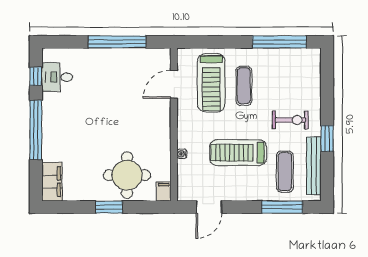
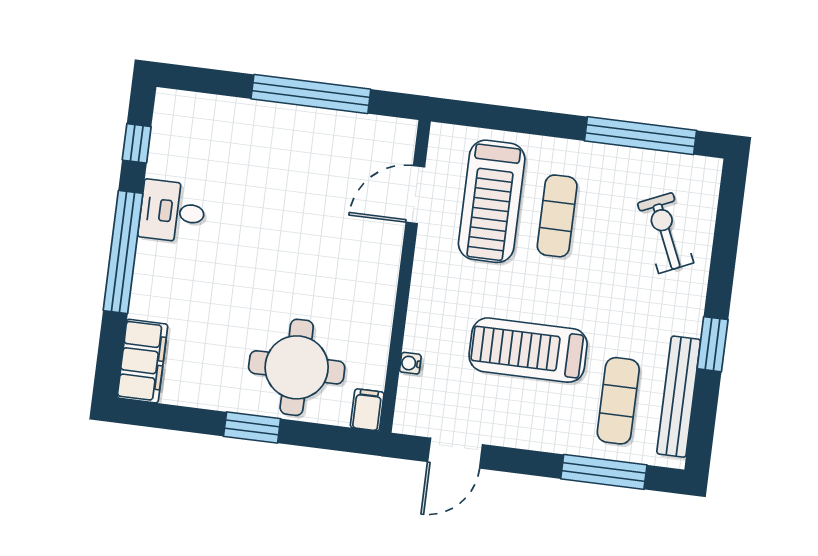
desk: (57, 77) -> (172, 211), moved
exercise bike: (290, 120) -> (666, 233), moved, turned -114
water cooler: (182, 154) -> (410, 363), moved

